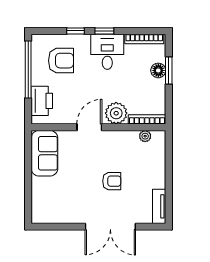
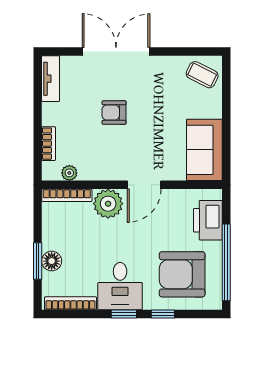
armchair: (61, 61) -> (182, 274), width x1.36, depth x1.36
bookcase: (161, 158) -> (49, 144), added
coffee table: (46, 209) -> (202, 75), added

